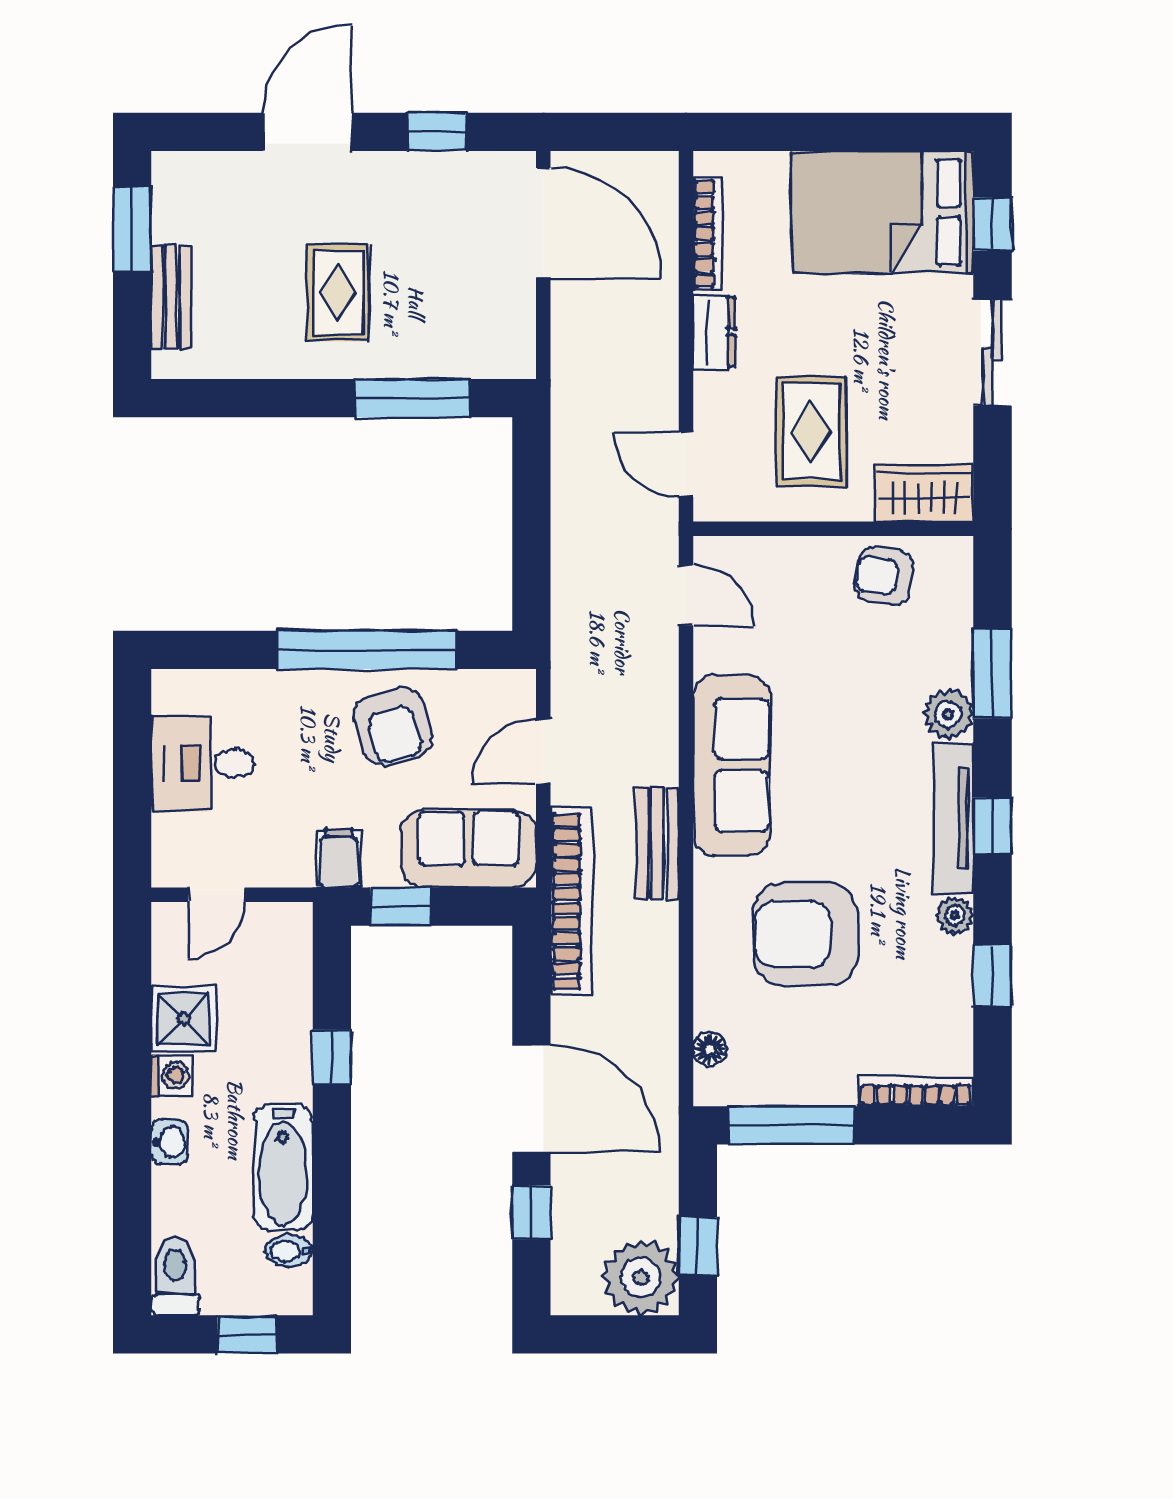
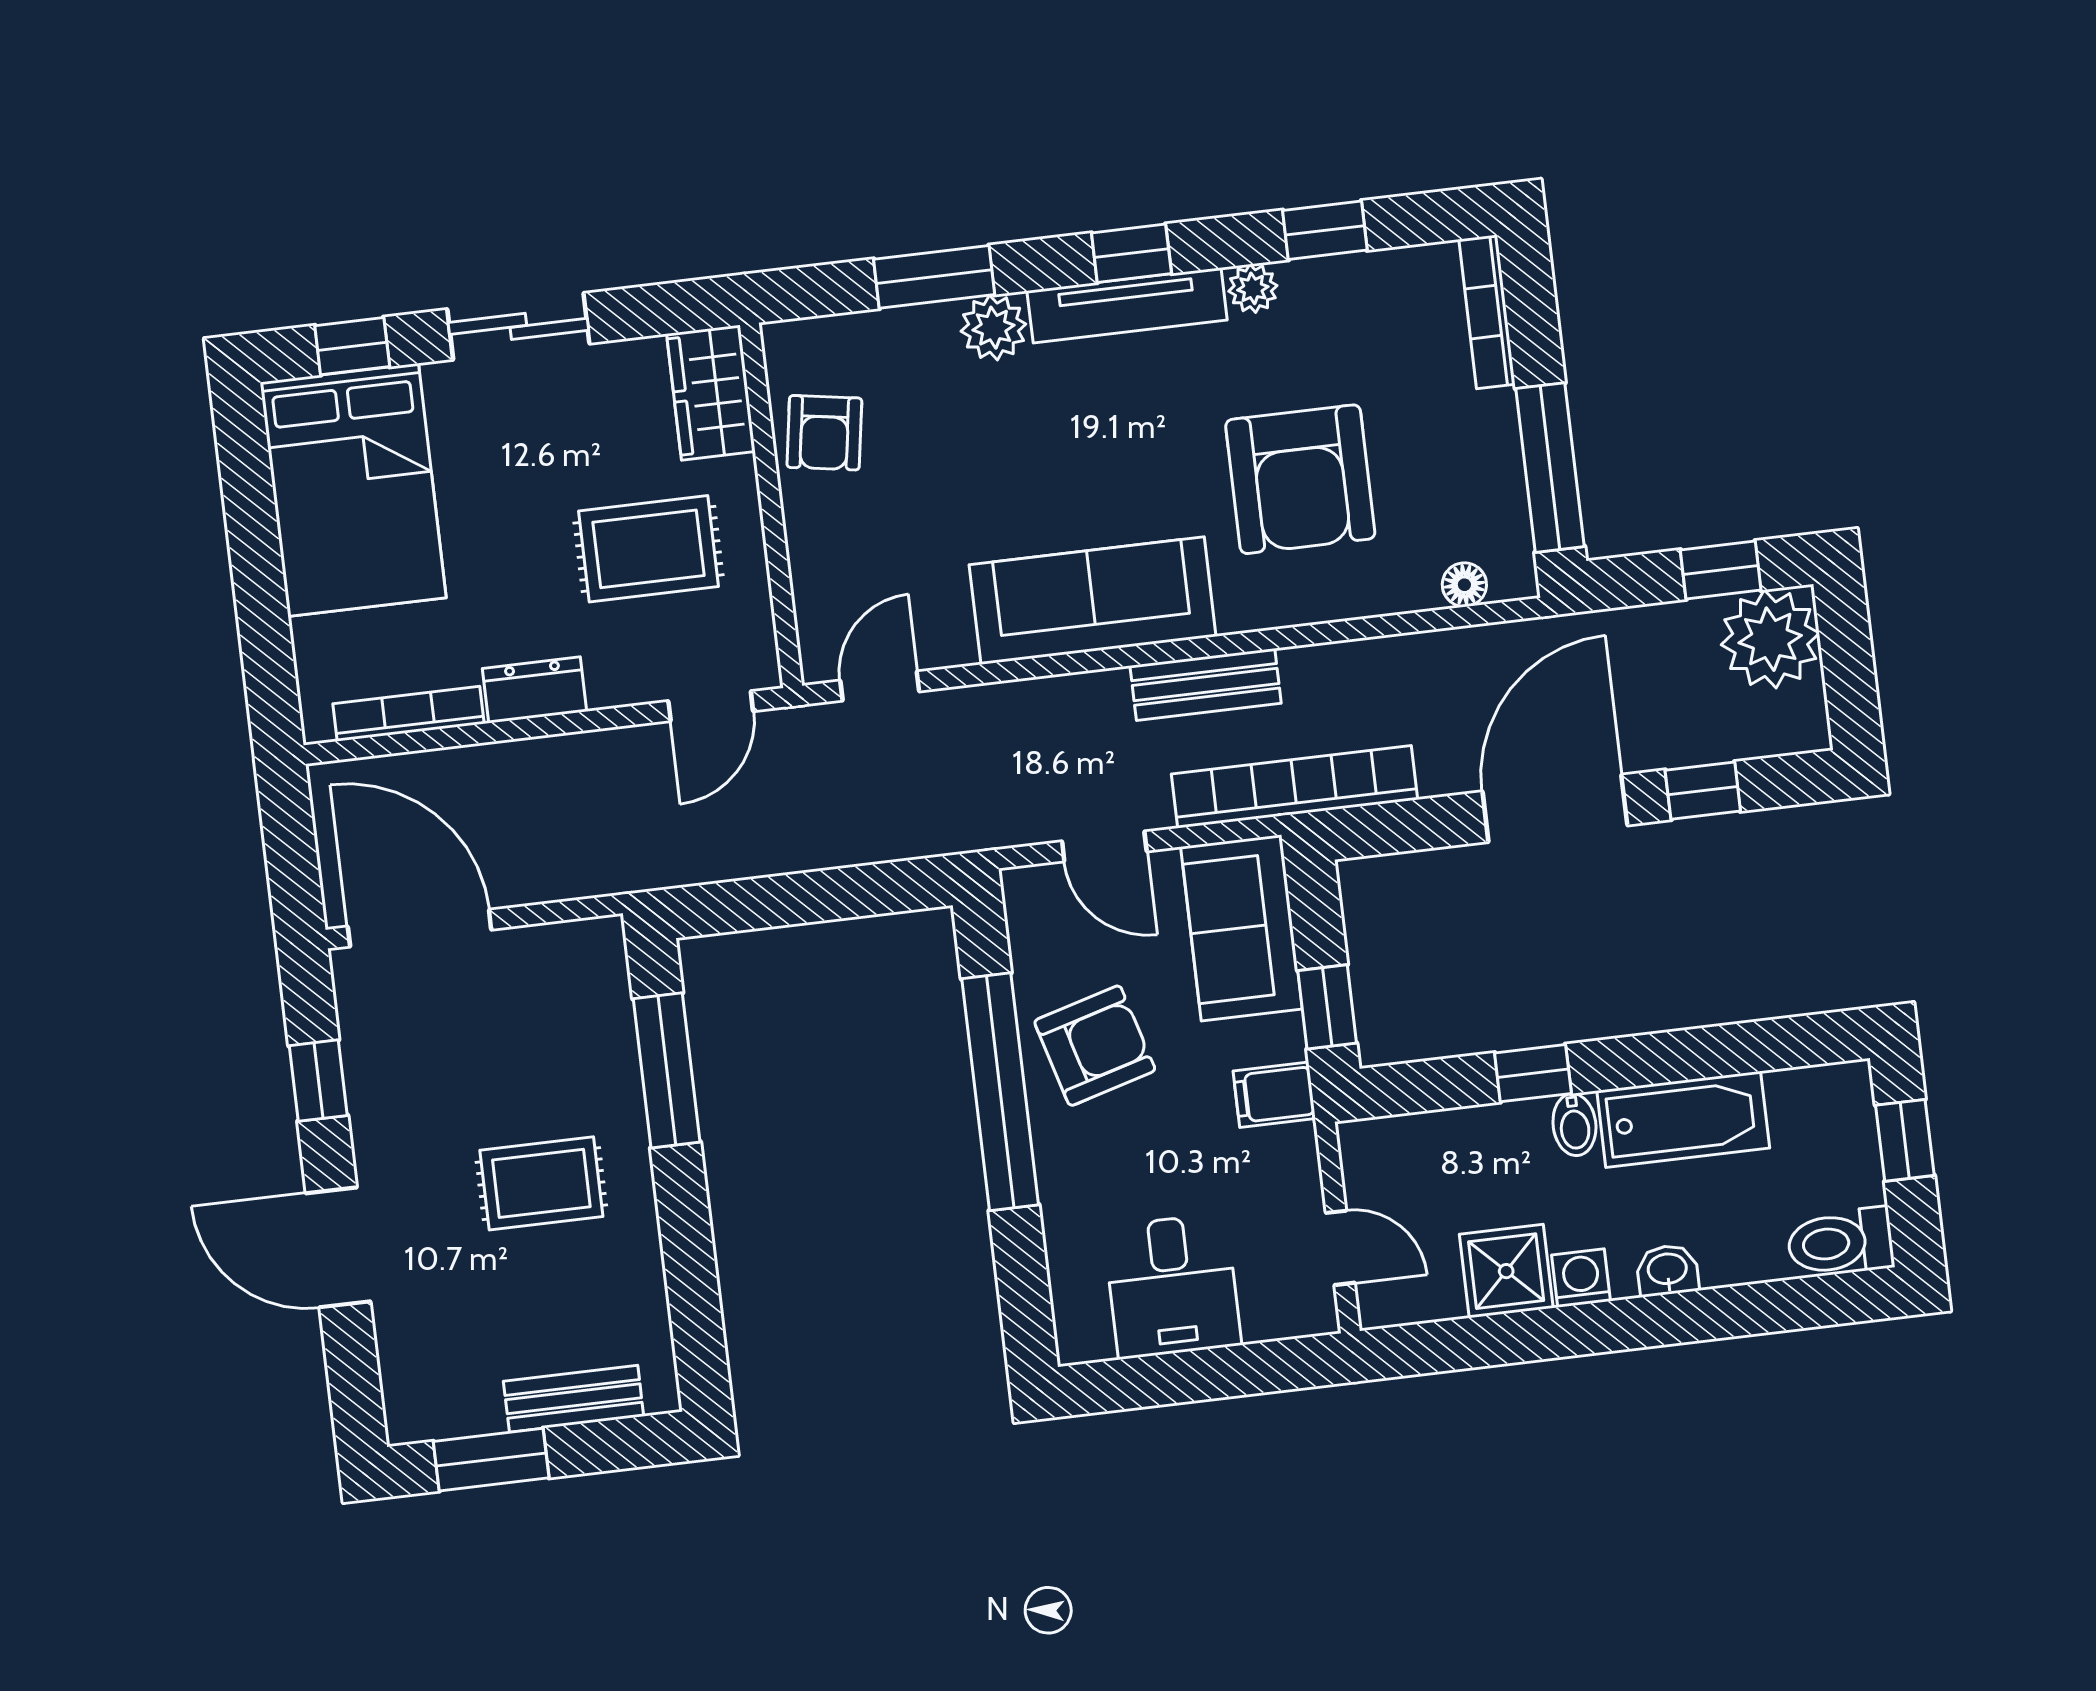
door: (543, 223) -> (420, 928), hinge flipped
bidet: (289, 1251) -> (1574, 1125), moved

